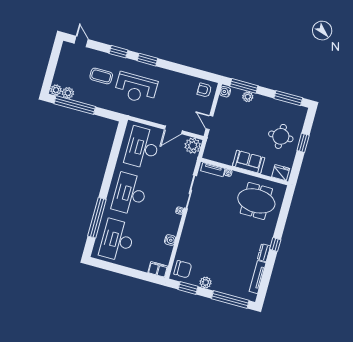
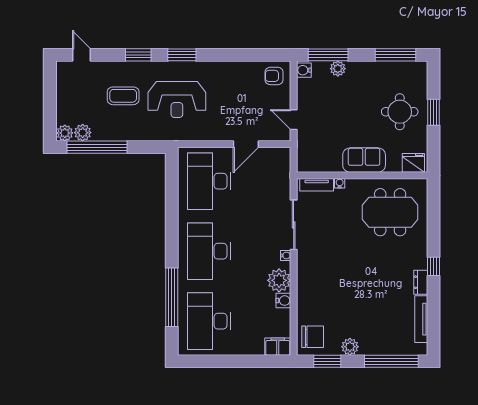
plant: (193, 146) -> (279, 280), moved

